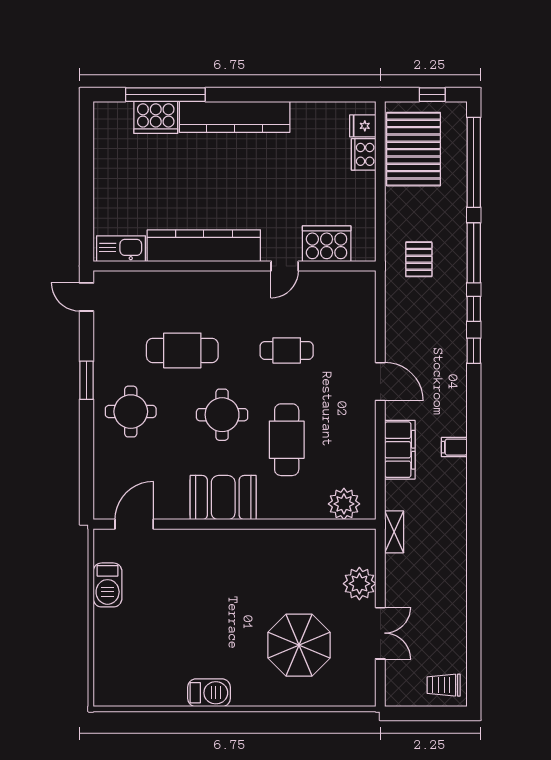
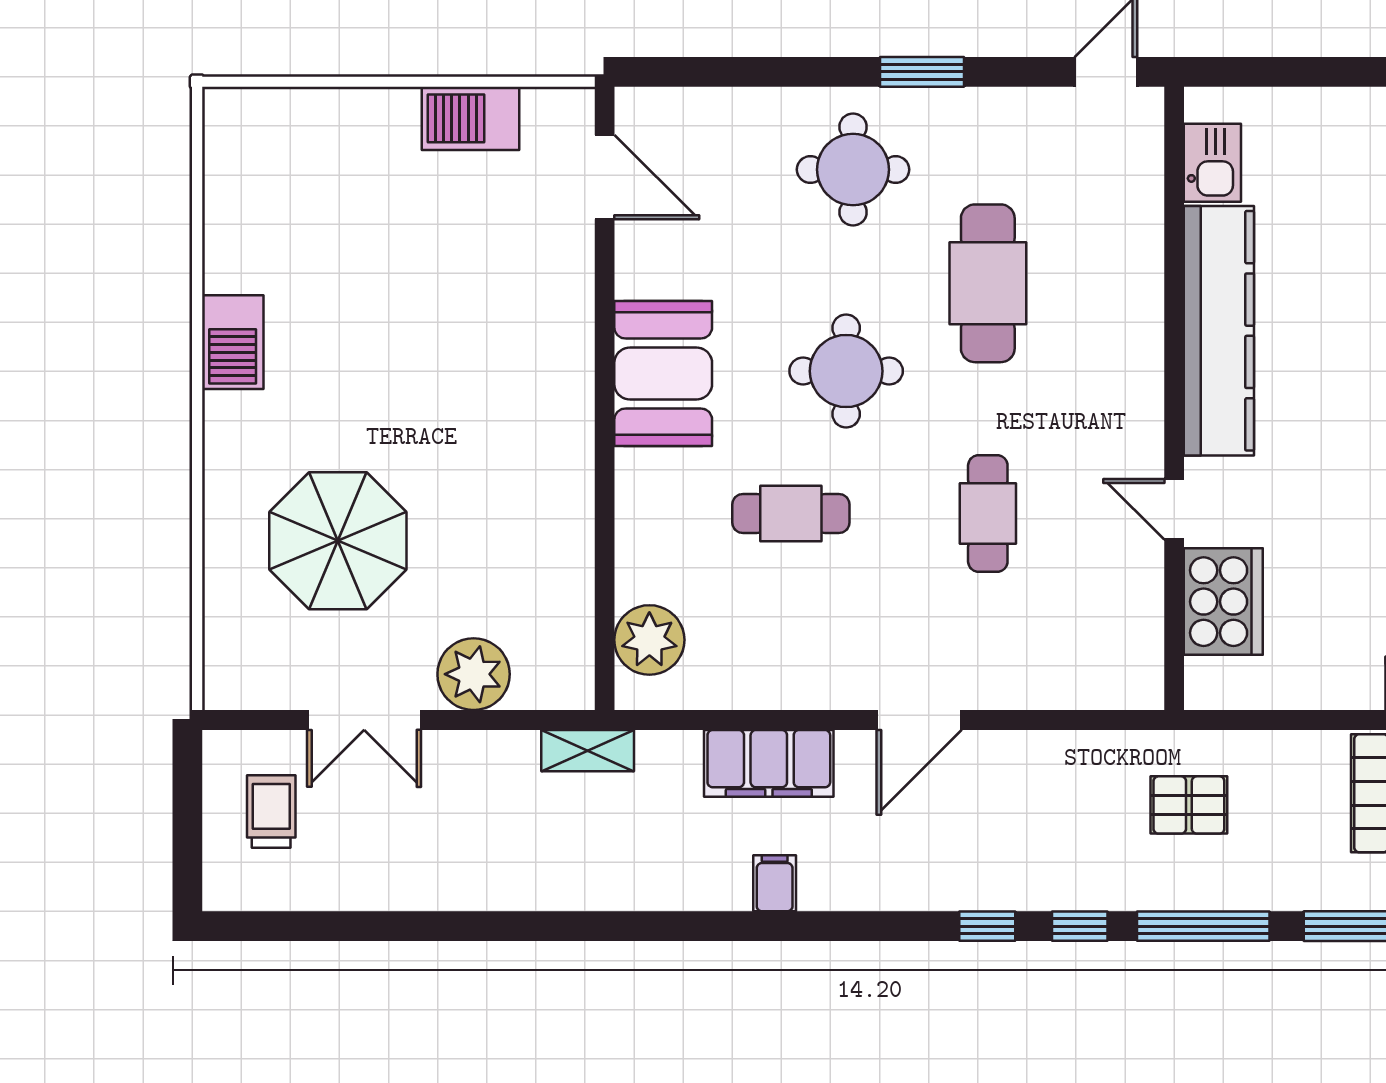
kitchen sink: (121, 249) -> (1212, 163), width x0.73
cafe table: (287, 440) -> (791, 514), width x0.73, depth x0.74
trolley: (444, 685) -> (271, 811), moved

